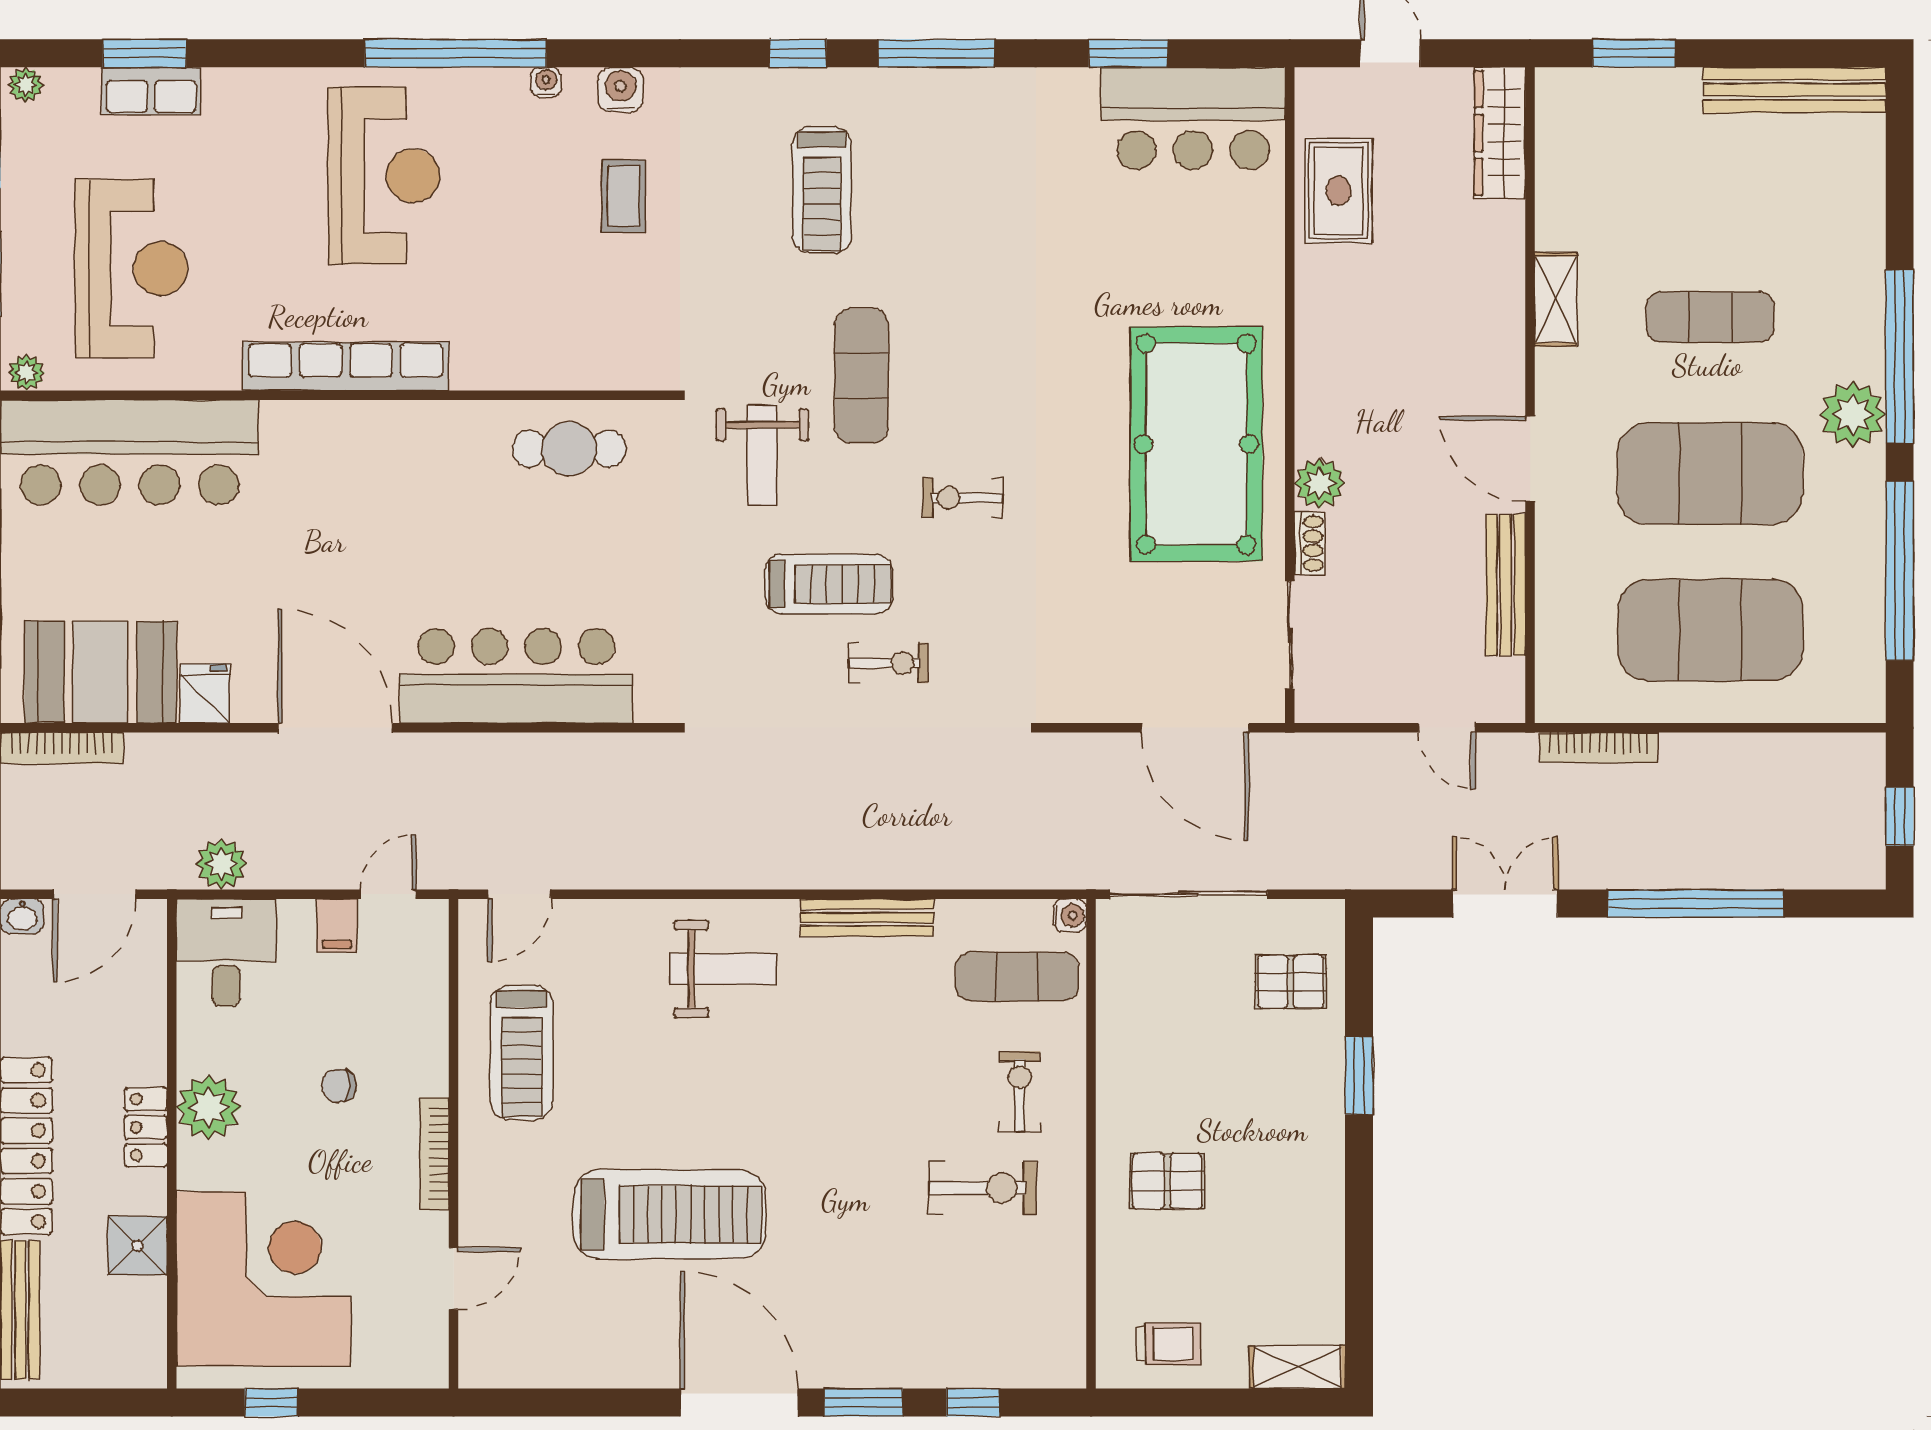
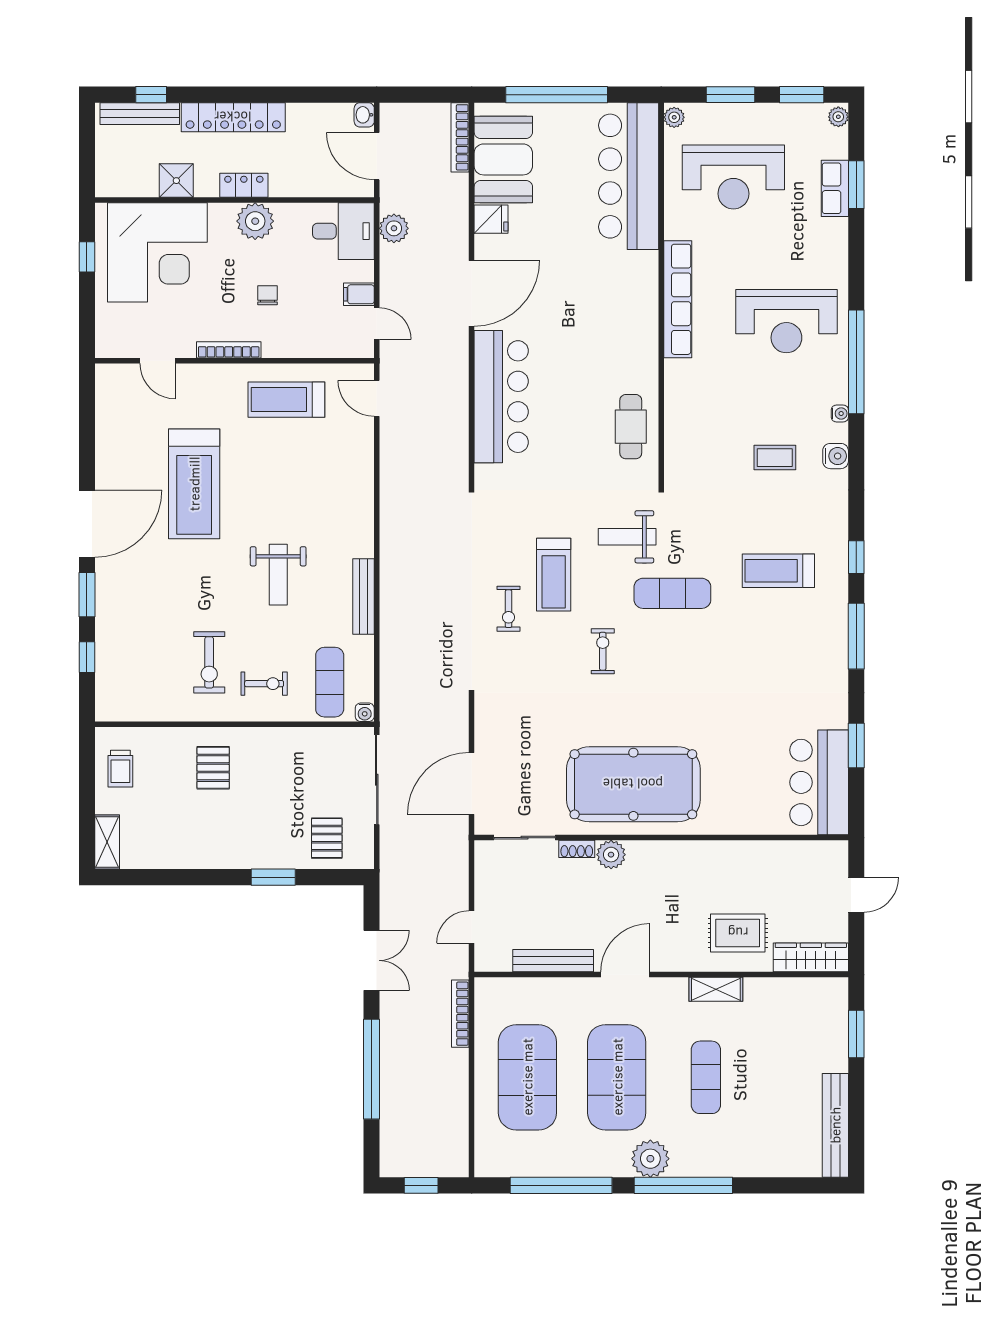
rug: (1339, 191) -> (738, 933), moved
weight bench: (723, 969) -> (278, 575), moved

